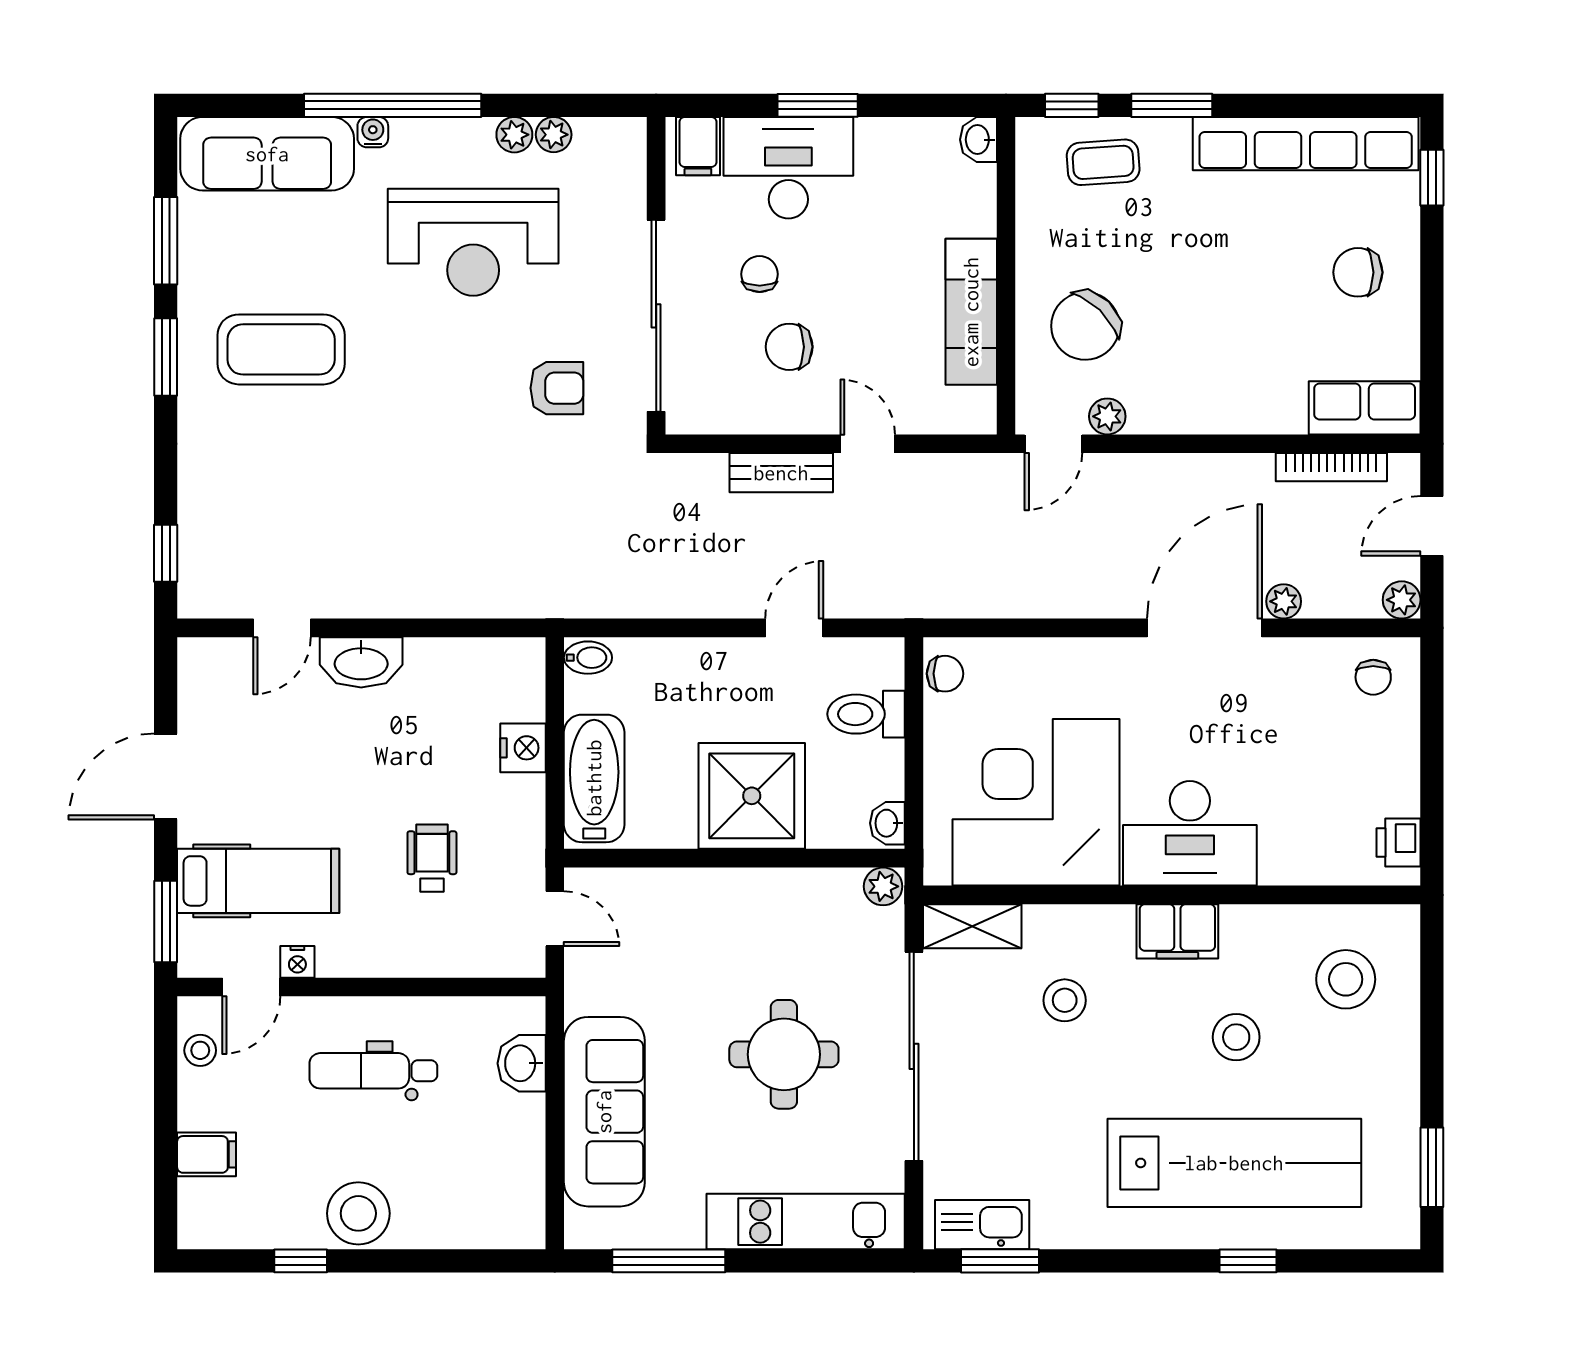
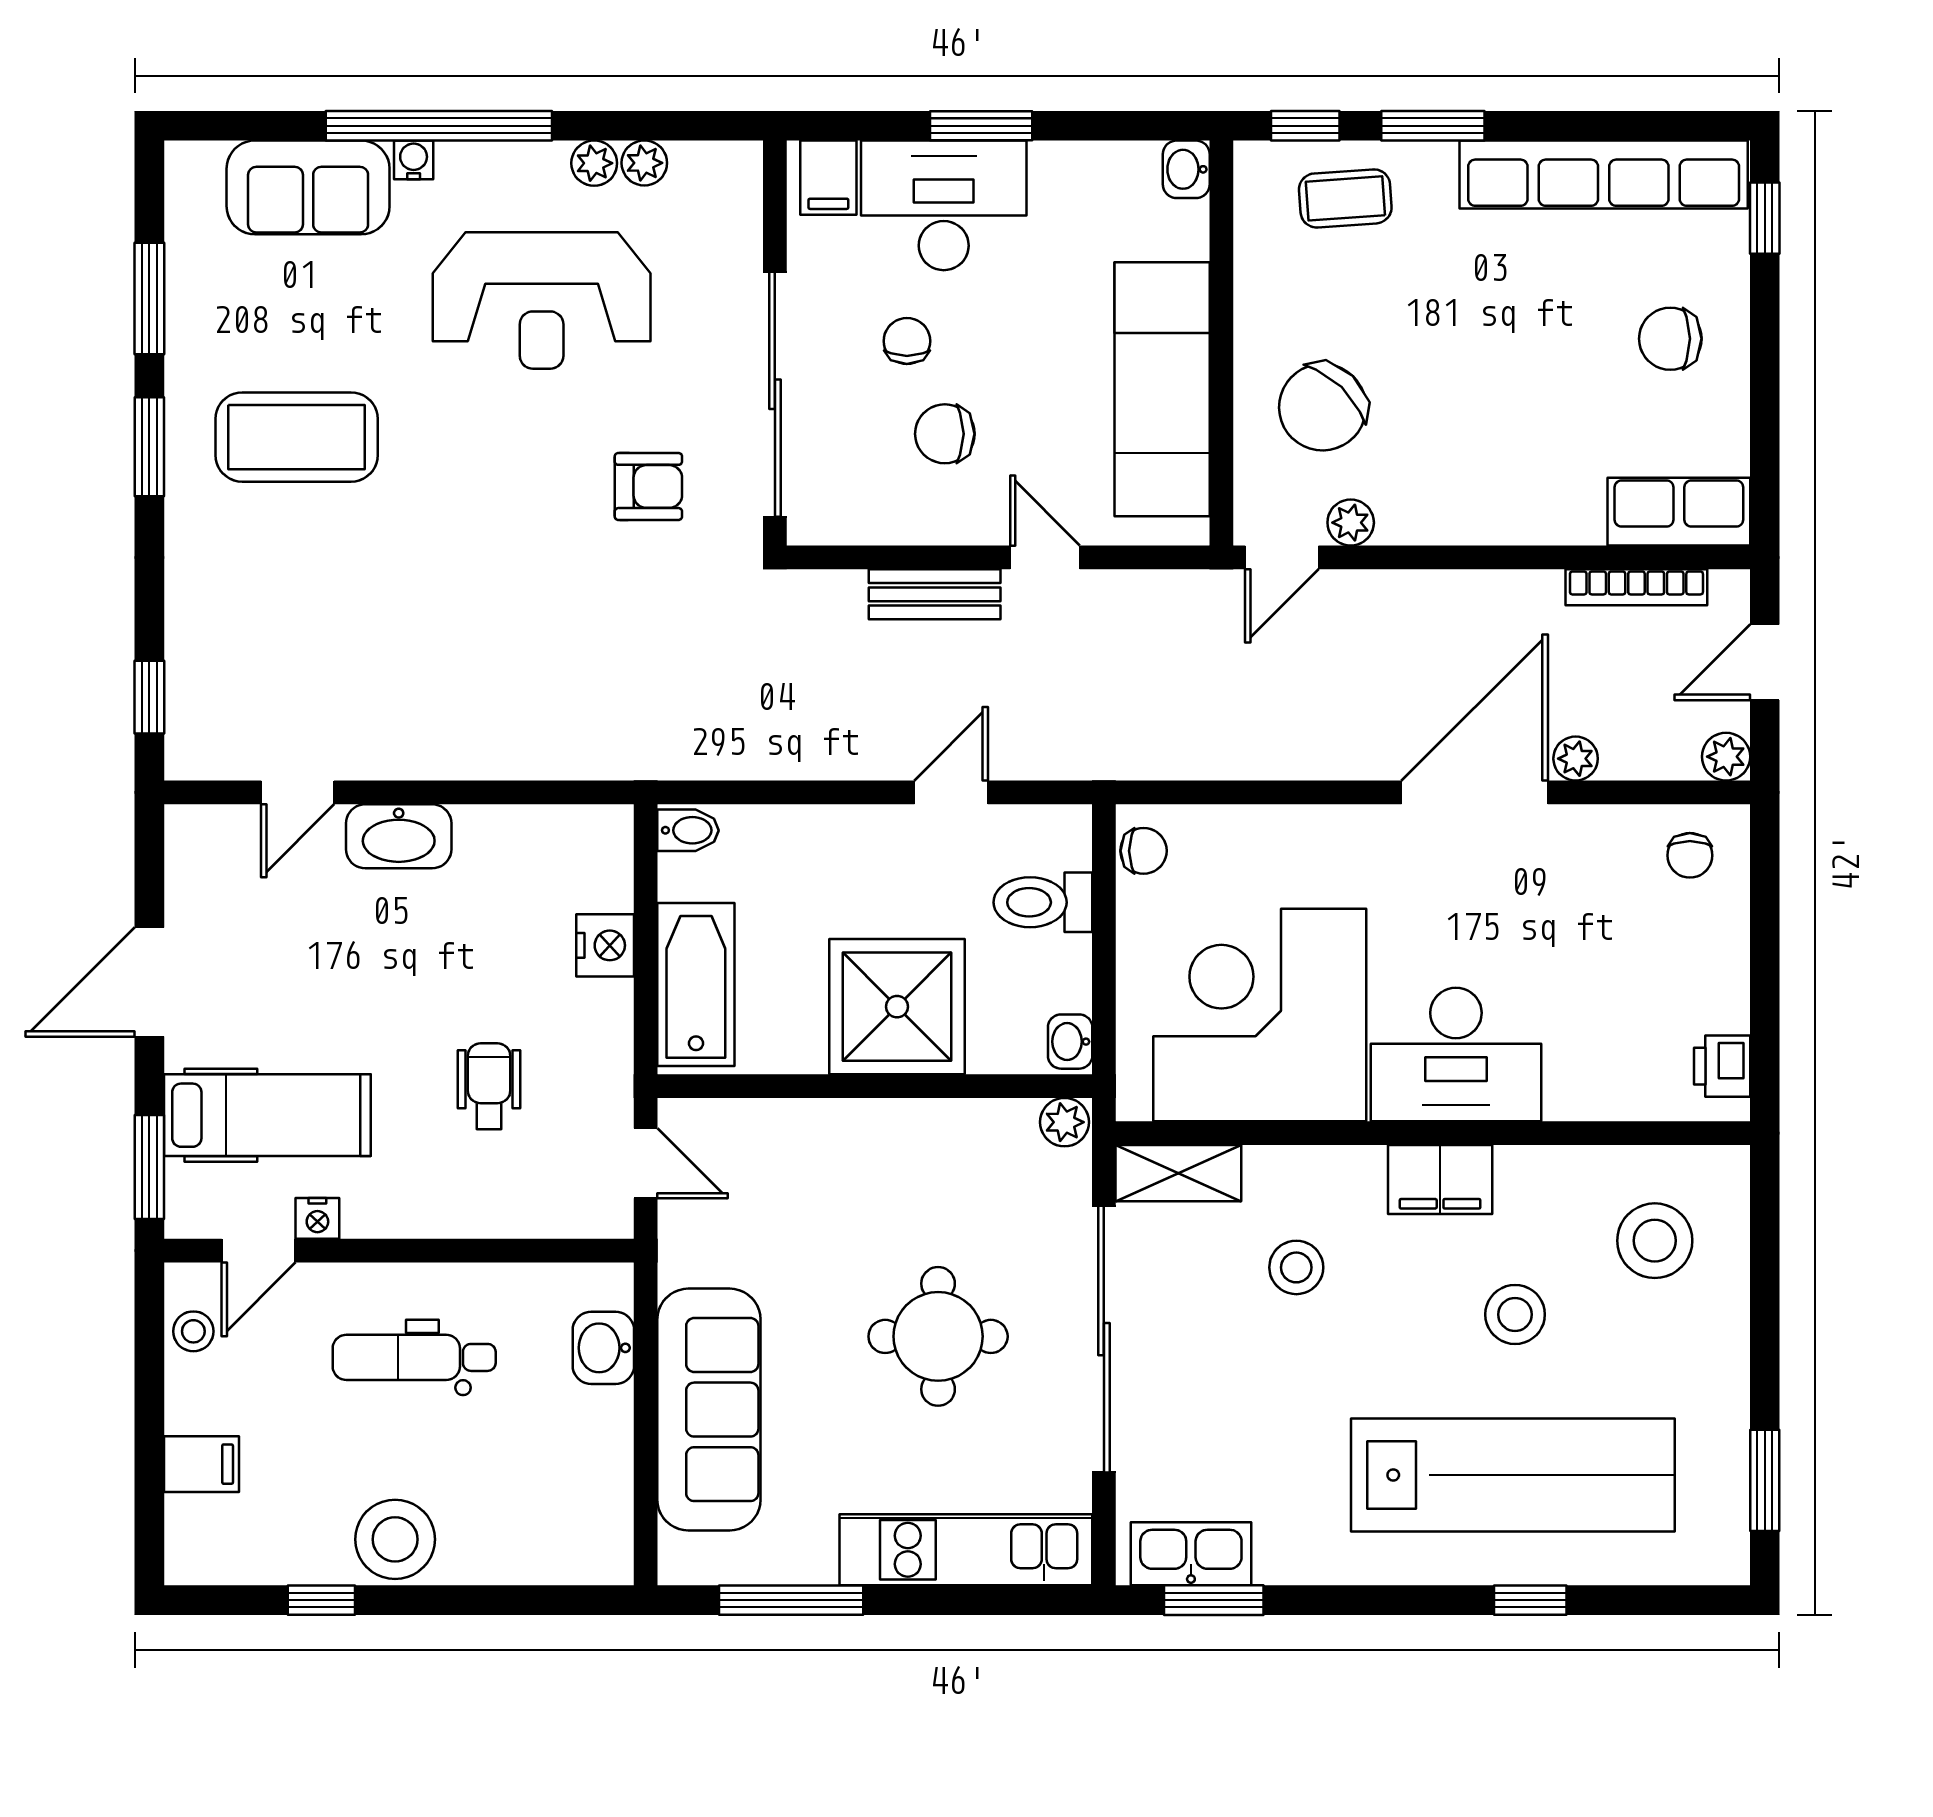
sofa: (267, 154) -> (308, 187), width x0.73
exam couch: (971, 312) -> (1162, 389), width x1.36, depth x1.45

